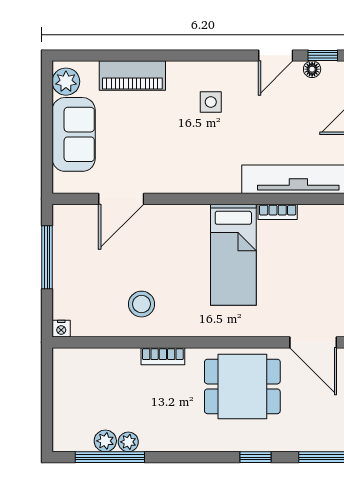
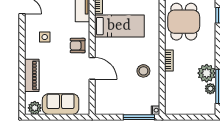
armchair: (193, 169) -> (78, 46), added
door: (121, 199) -> (92, 68), moved
window: (47, 257) -> (139, 117), moved
plant: (128, 442) -> (207, 73), width x1.87, depth x1.87

